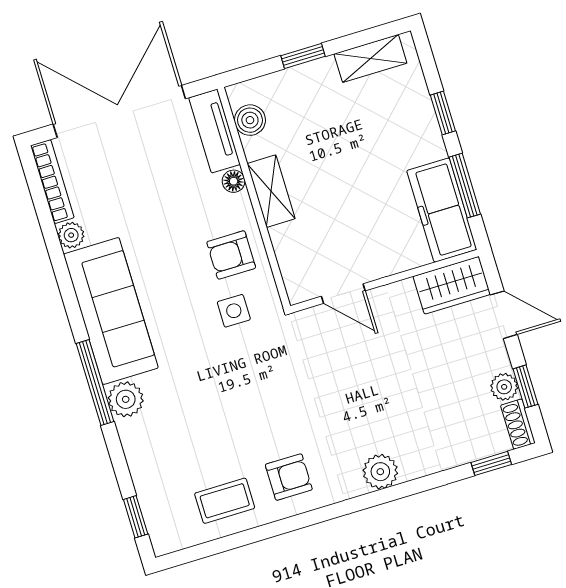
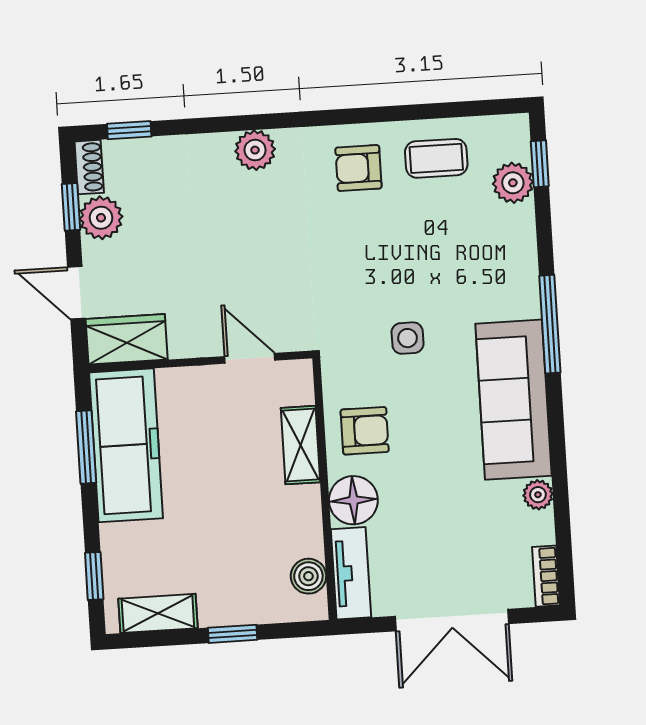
double door: (119, 111) -> (452, 620), width x0.73
window: (443, 113) -> (94, 576), moved
floor lamp: (234, 181) -> (353, 500), width x1.89, depth x1.89
bookcase: (52, 182) -> (546, 576), width x0.64
shelving: (271, 191) -> (301, 445), moved
freezer: (442, 210) -> (126, 445), width x1.36, depth x1.26
side table: (234, 311) -> (408, 338), moved
plant: (504, 387) -> (101, 218), width x1.38, depth x1.38
plant: (126, 399) -> (513, 183), moved

